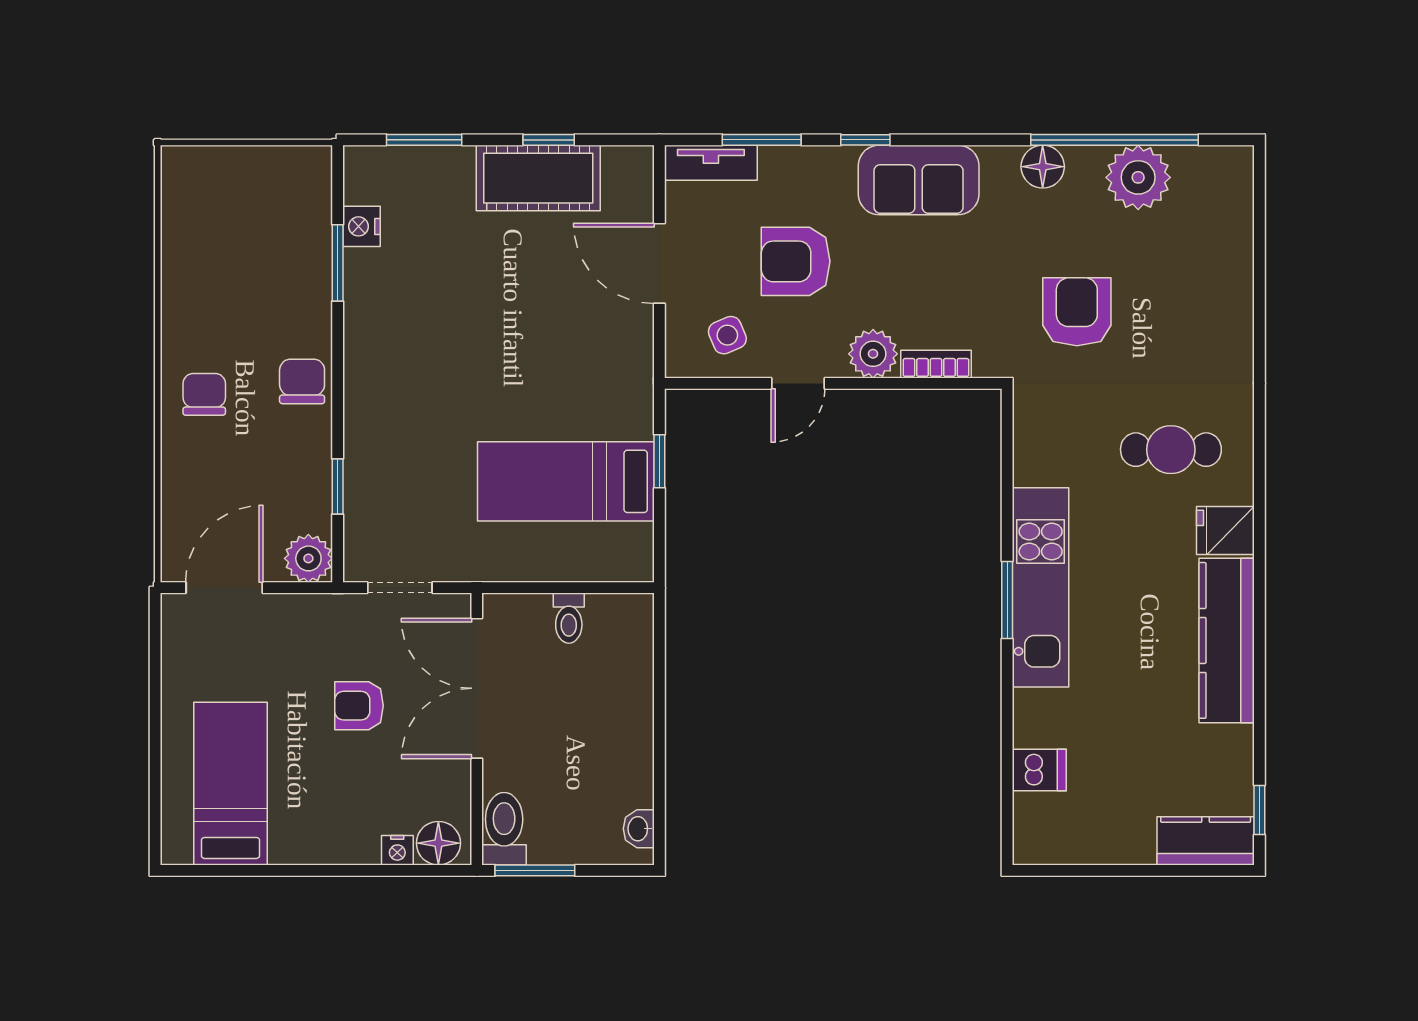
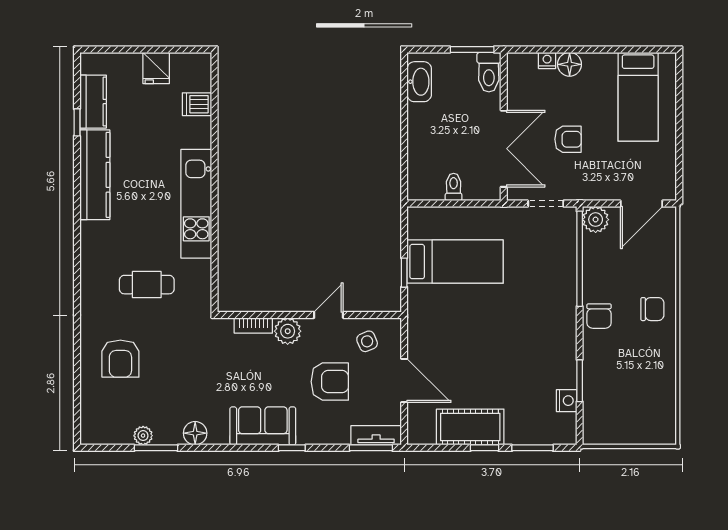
window: (549, 140) -> (484, 448), moved
window: (762, 140) -> (371, 448), moved
window: (1115, 140) -> (156, 448), width x0.47
plant: (1138, 177) -> (143, 436), width x0.53, depth x0.53
armchair: (1077, 312) -> (120, 359), moved
chair: (204, 394) -> (652, 309), turned -90
cafe table: (1171, 450) -> (147, 285), moved
window: (338, 487) -> (580, 259), width x3.17
fridge: (1225, 530) -> (156, 68), moved, turned 90
window: (1007, 600) -> (214, 197), removed
window: (1259, 810) -> (77, 122), moved
washbasin: (639, 829) -> (419, 82), width x1.91, depth x1.45
kitchen counter: (1206, 841) -> (93, 102), moved, turned -90
floor lamp: (438, 843) -> (570, 64), moved

